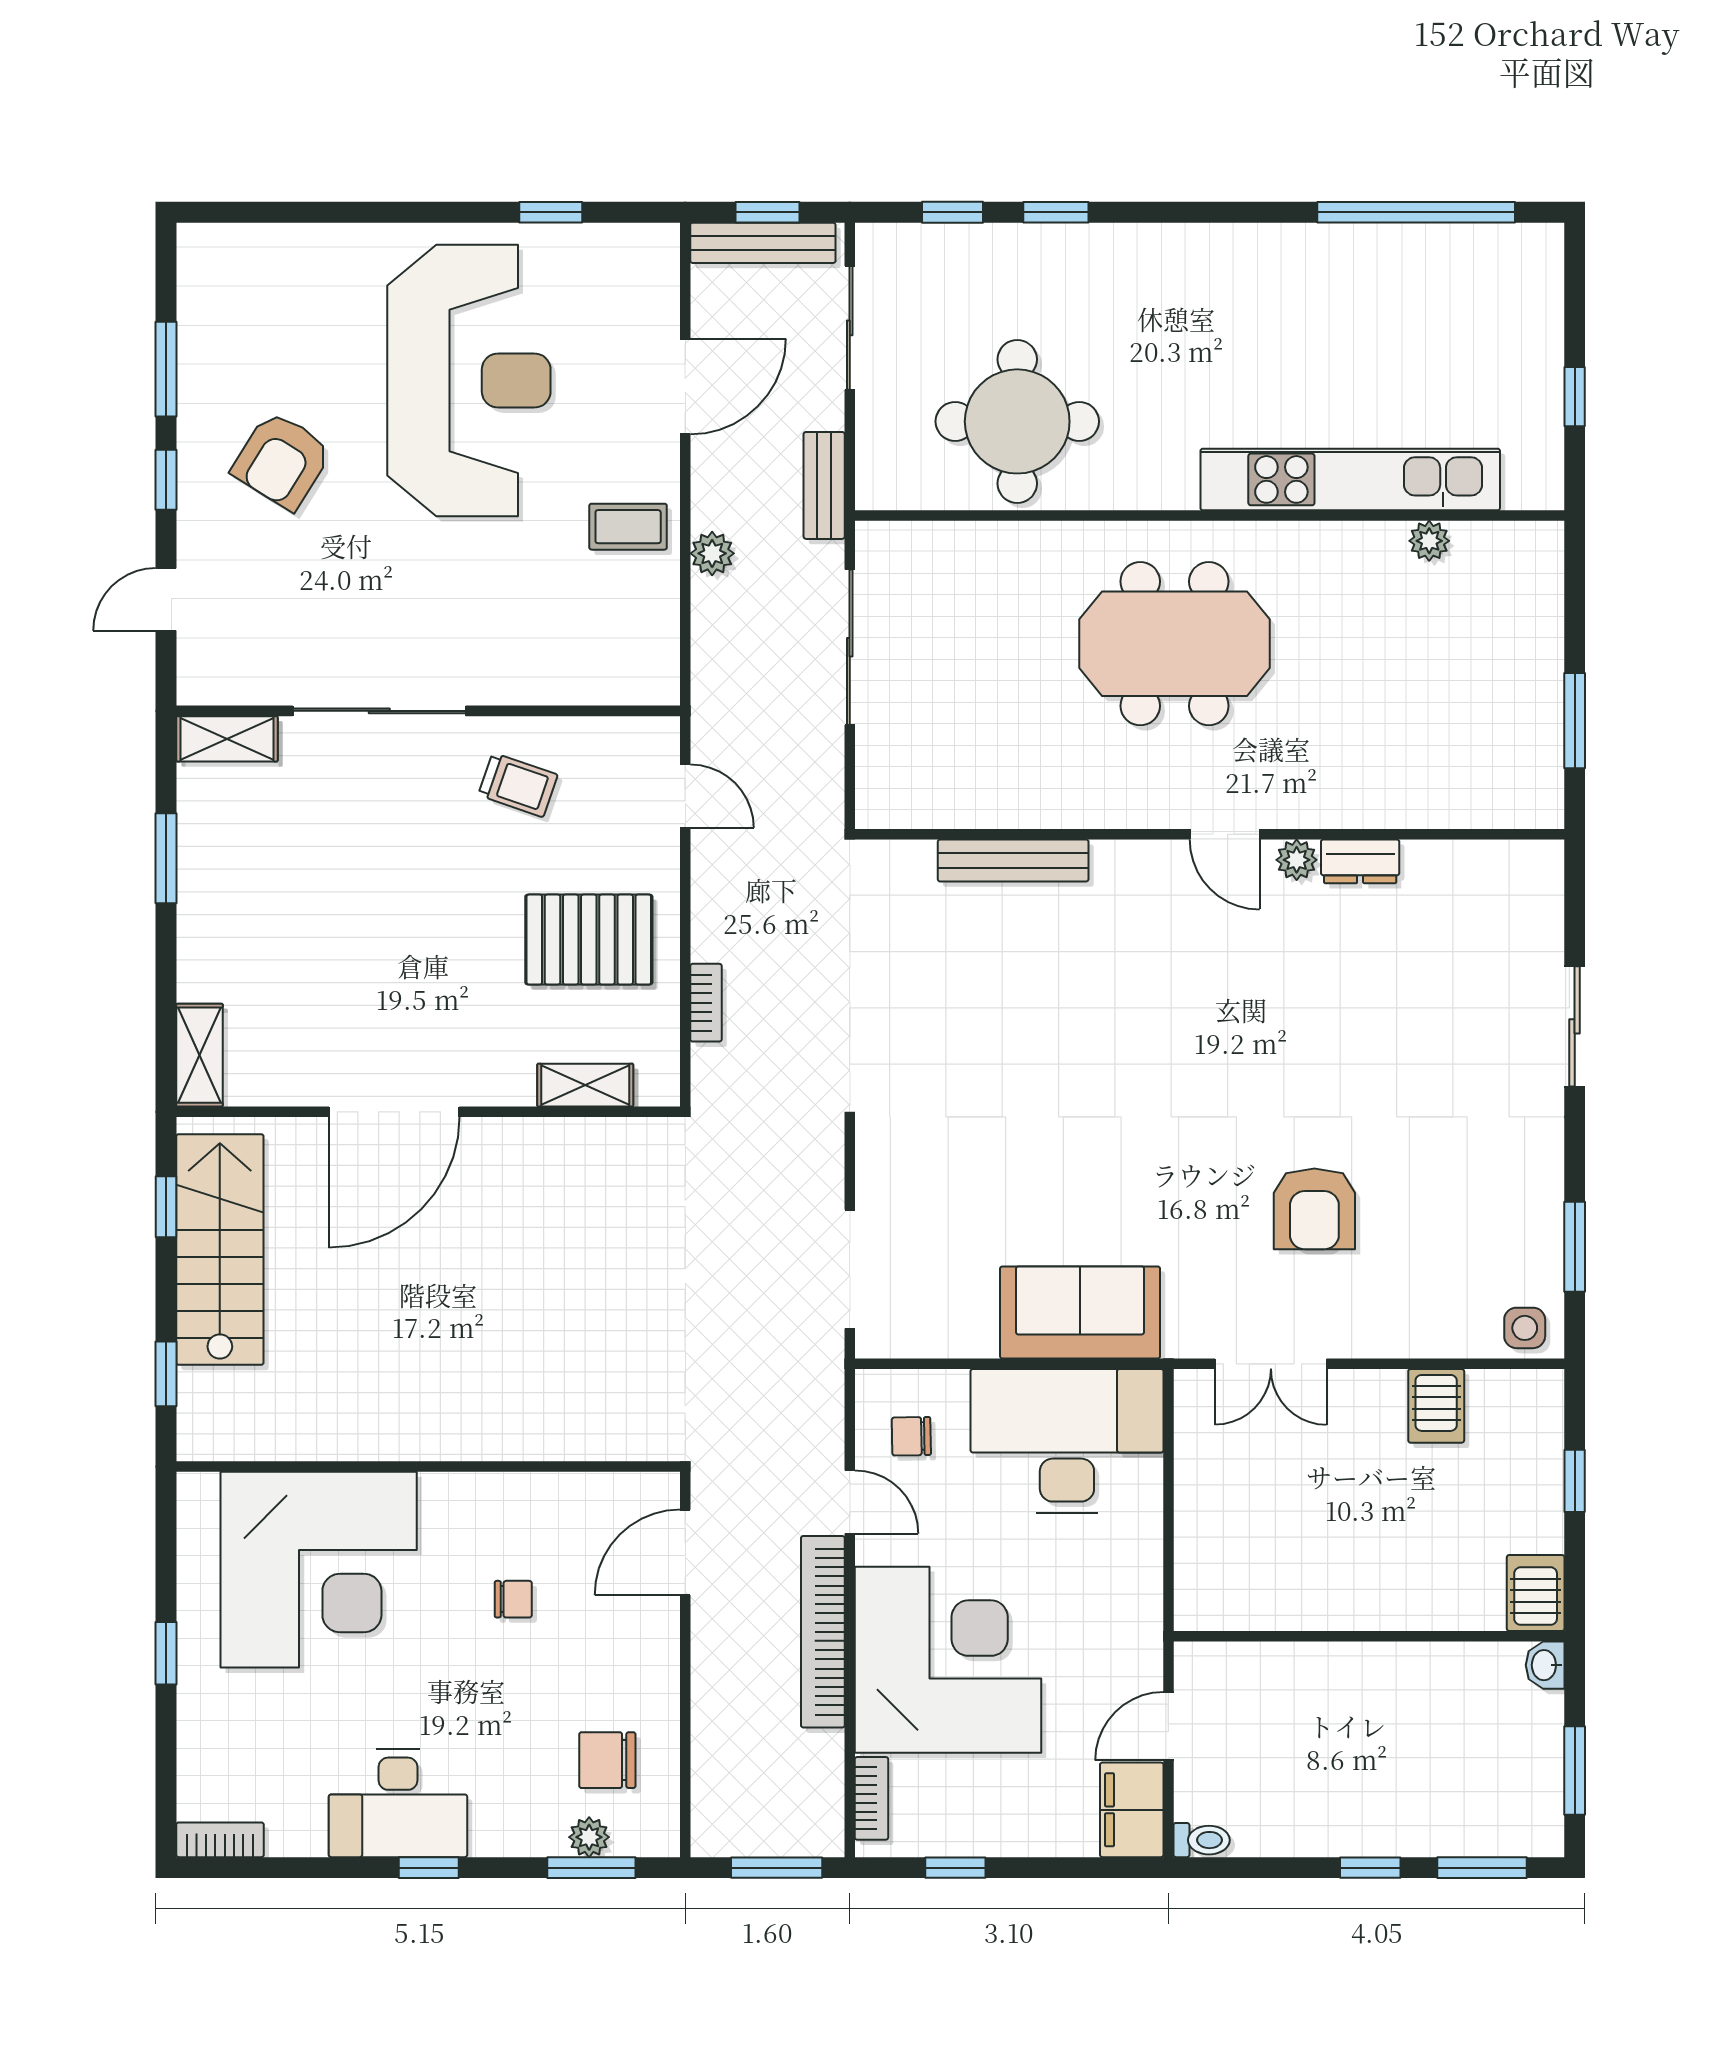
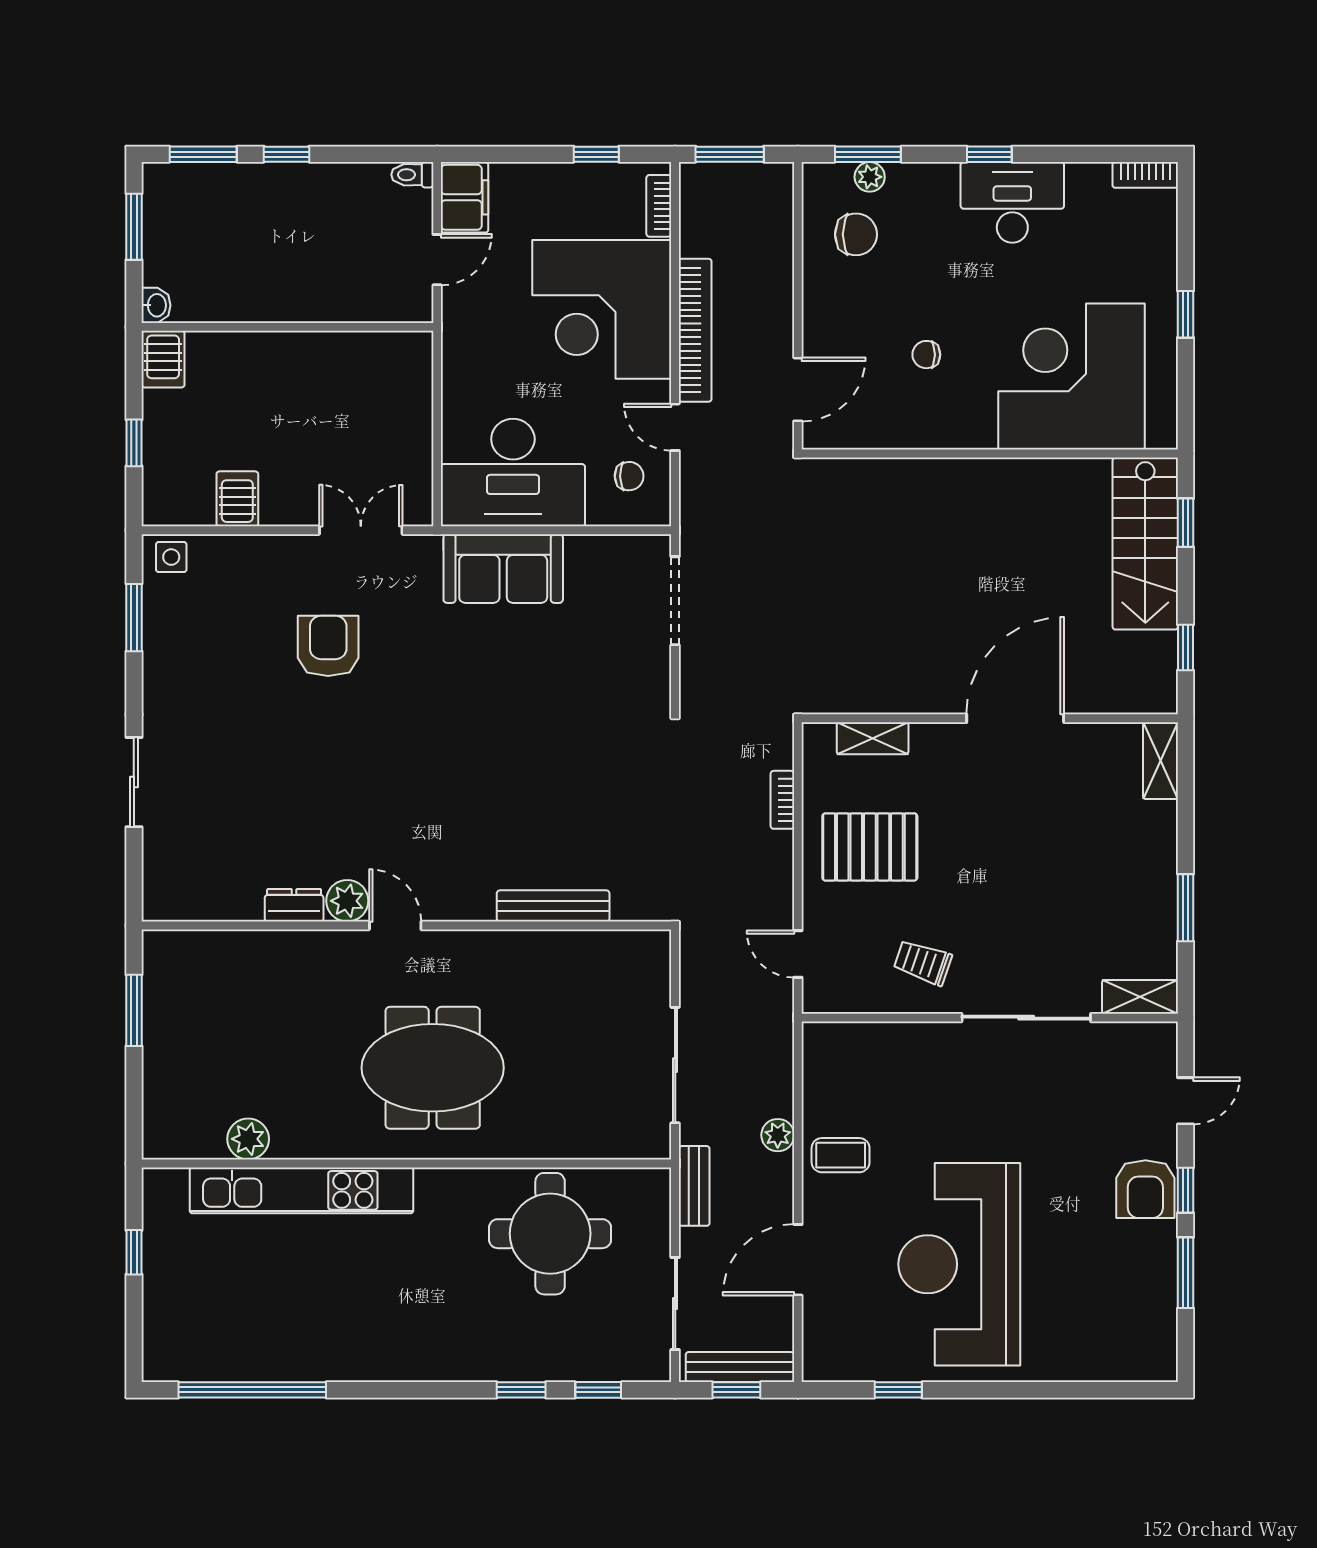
armchair: (282, 460) -> (1145, 1189), moved, turned 148
plant: (1429, 541) -> (248, 1139), width x1.38, depth x1.38
plant: (1297, 860) -> (347, 901), width x1.38, depth x1.38
stairs: (220, 1249) -> (1145, 544), moved

